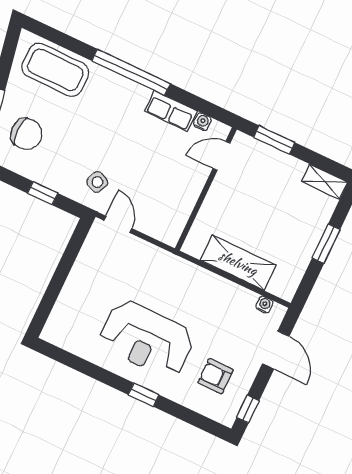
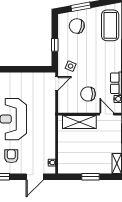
chair: (26, 134) -> (77, 26), turned 103
chair: (166, 174) -> (88, 94), added
shelving: (238, 263) -> (79, 122), moved, turned 90

